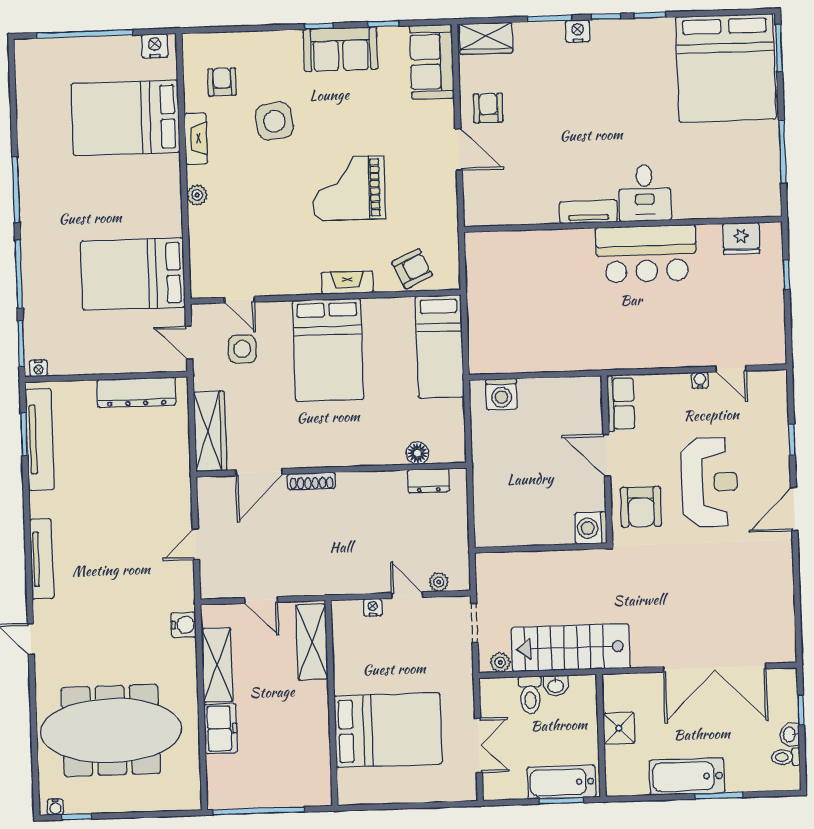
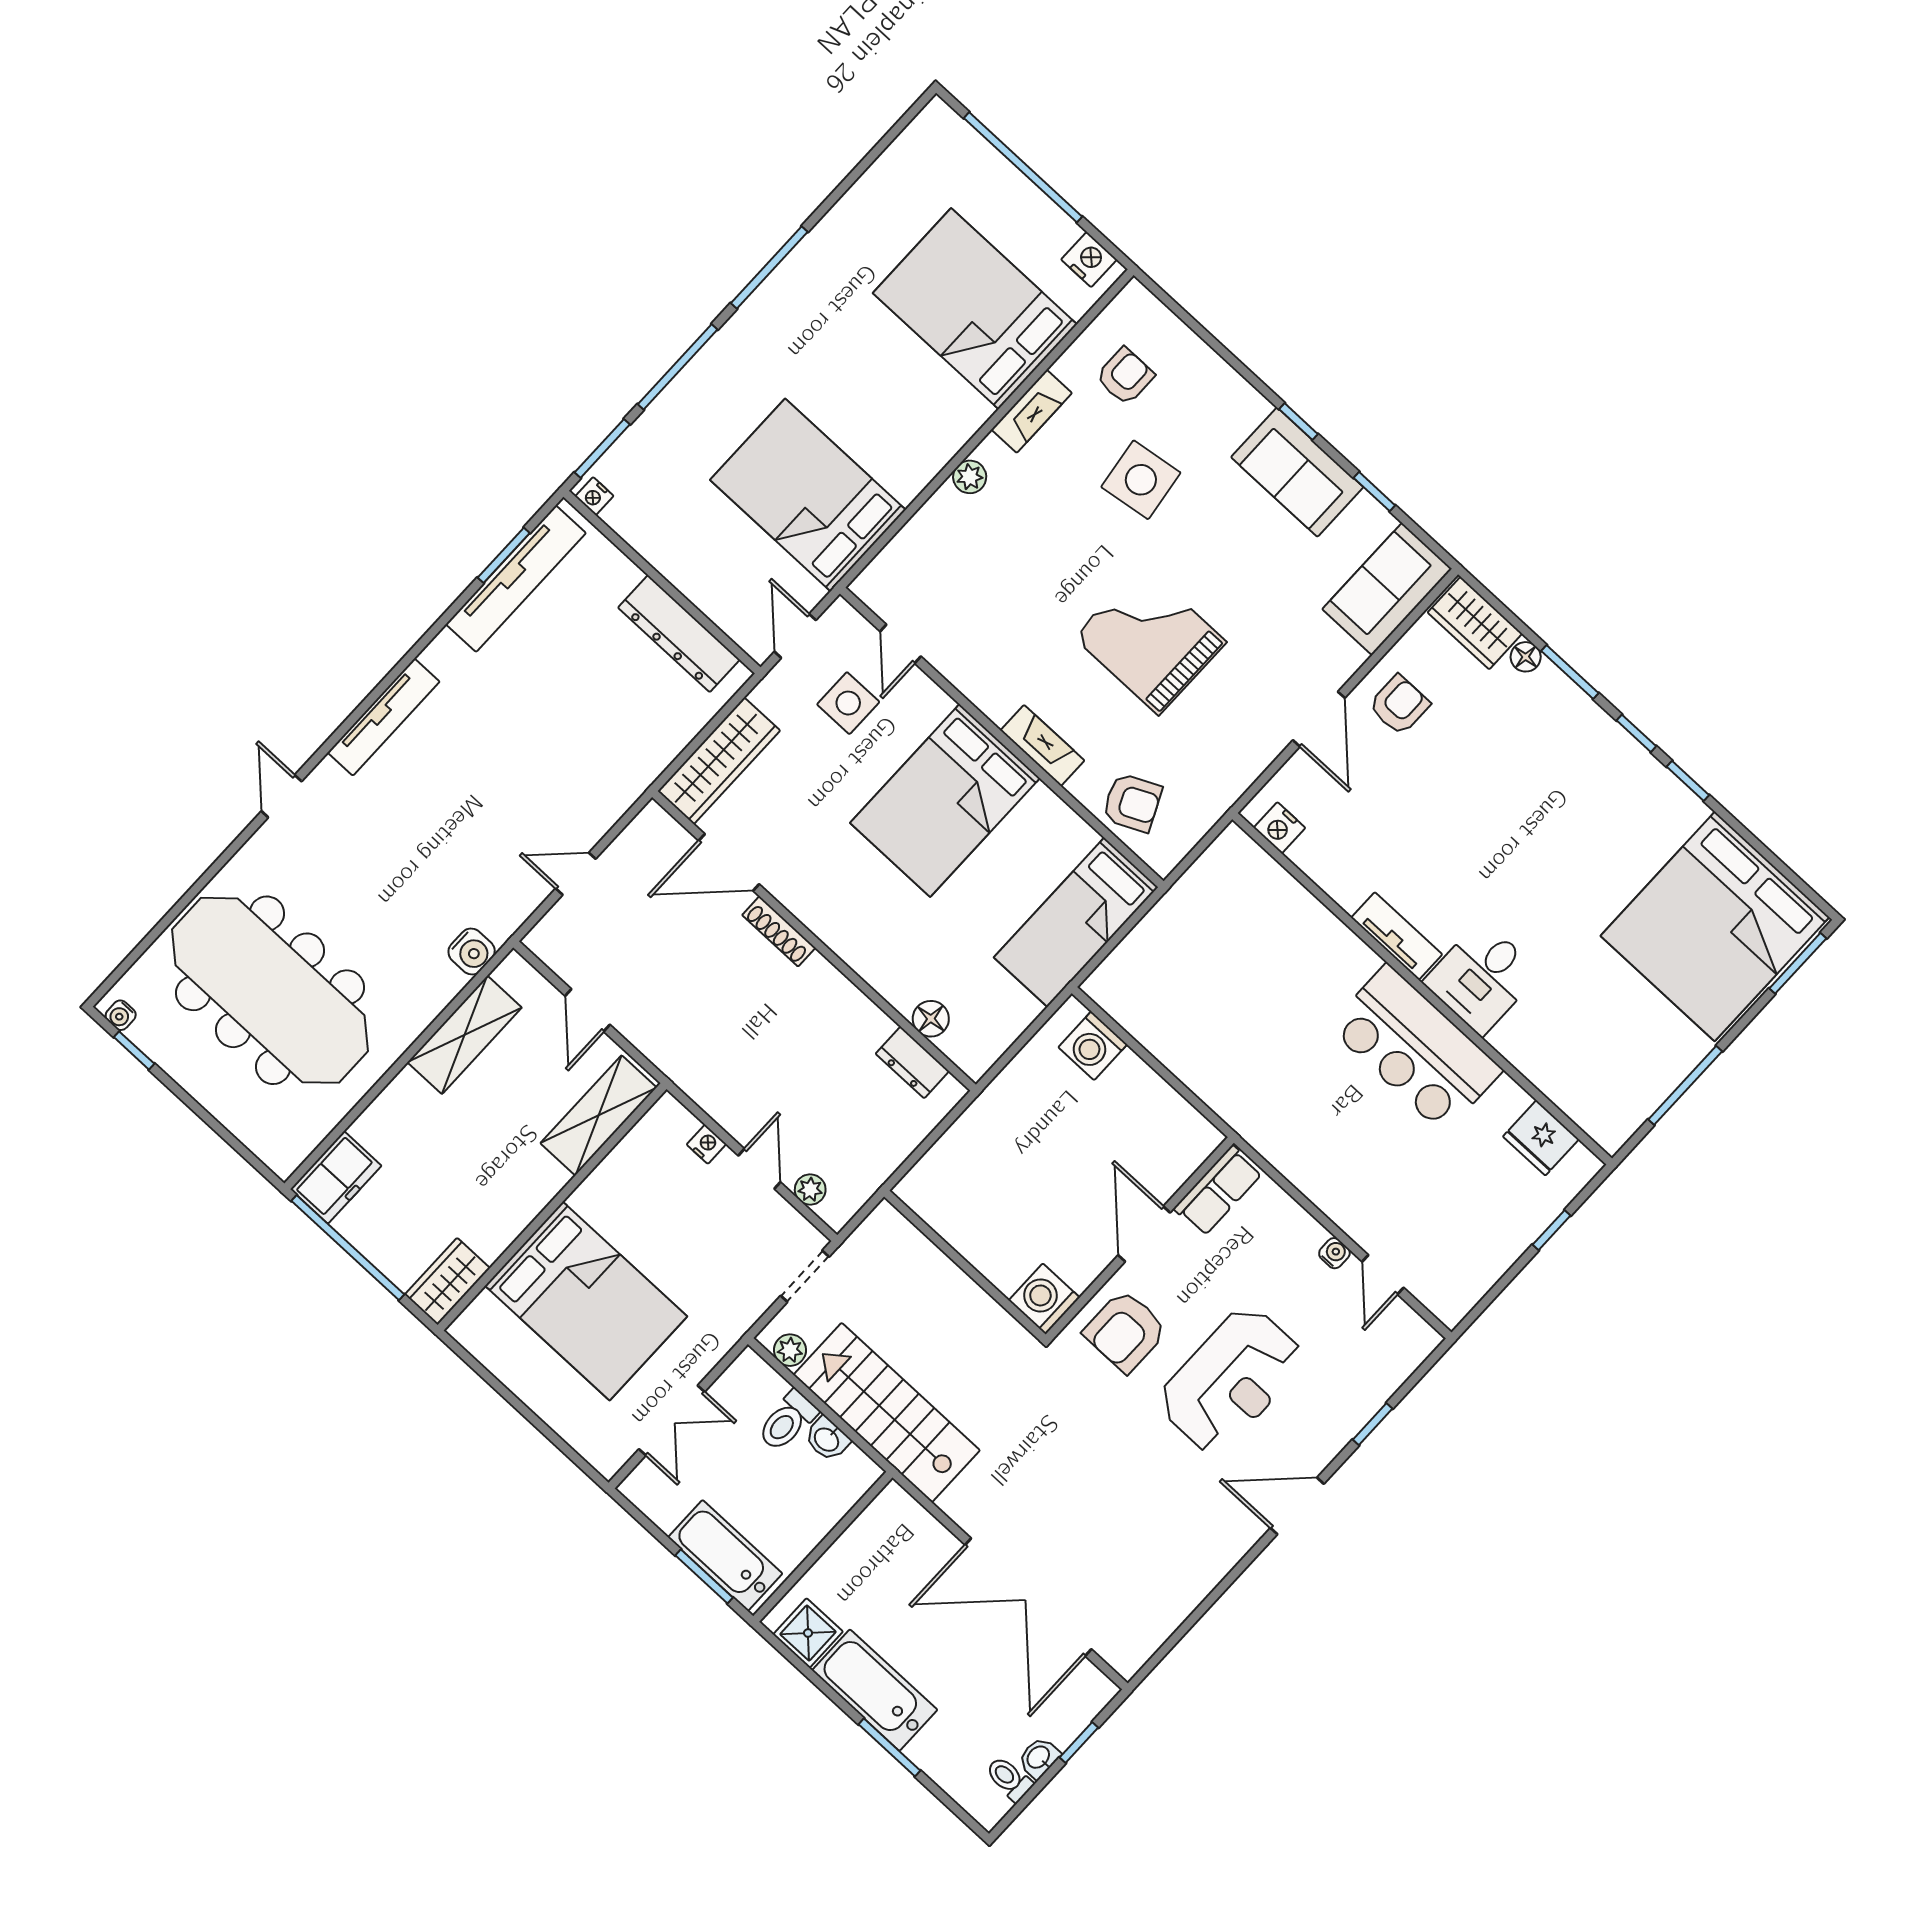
floor lamp: (523, 31) -> (1526, 657), added
nightstand: (578, 31) -> (1279, 828), moved, turned 180
freezer: (221, 728) -> (336, 1177), moved
shower: (619, 728) -> (808, 1633), moved
wardrobe: (318, 782) -> (447, 1281), added

